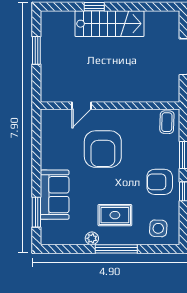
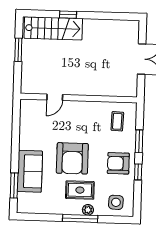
stairs: (110, 24) -> (53, 28), moved
coffee table: (167, 122) -> (117, 121), moved
armchair: (103, 149) -> (72, 158), moved
plant: (92, 238) -> (88, 210), moved

